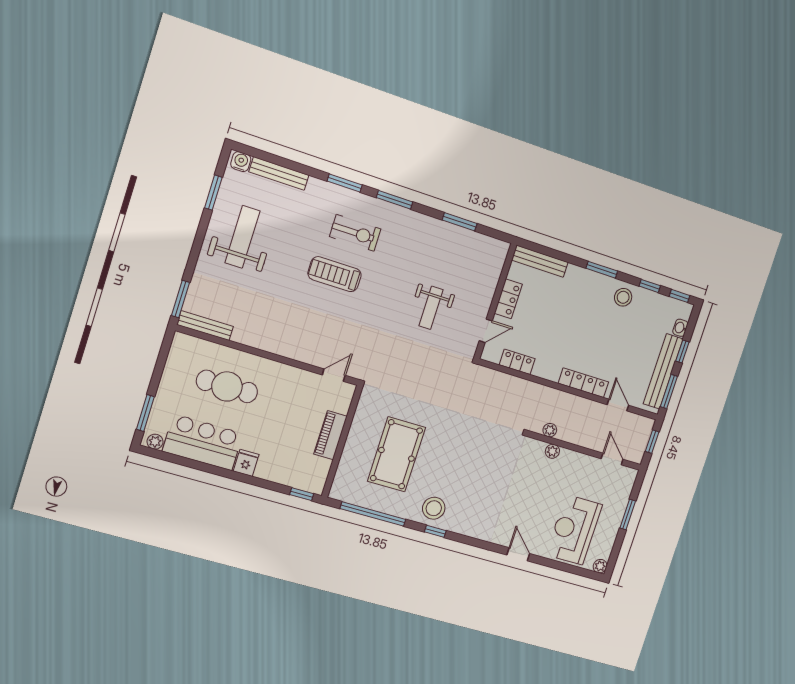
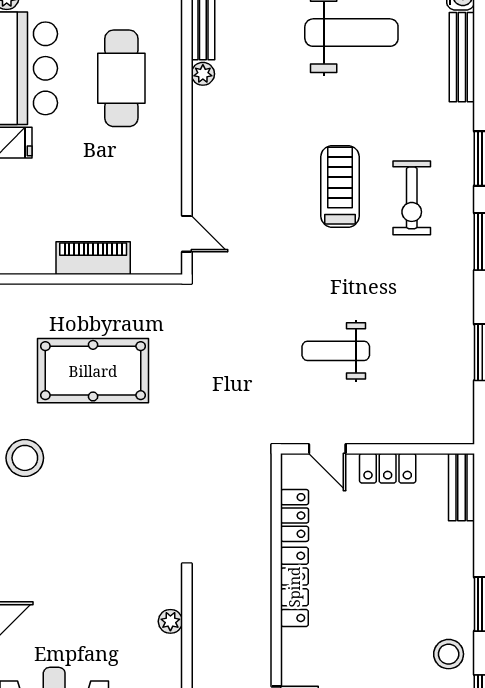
bench: (540, 261) -> (461, 487), width x0.73
locker: (583, 383) -> (294, 587), moved
plant: (550, 430) -> (203, 74), moved

